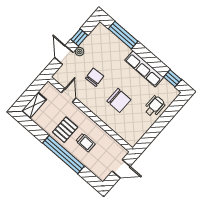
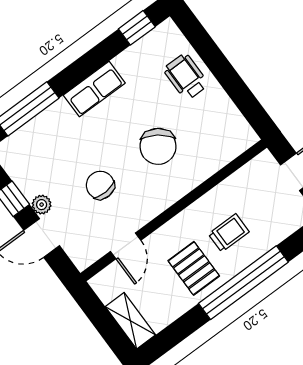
row of seats: (144, 69) -> (94, 89), width x0.68
door: (69, 95) -> (126, 246), swing flipped
chair: (119, 100) -> (158, 146), turned 125

